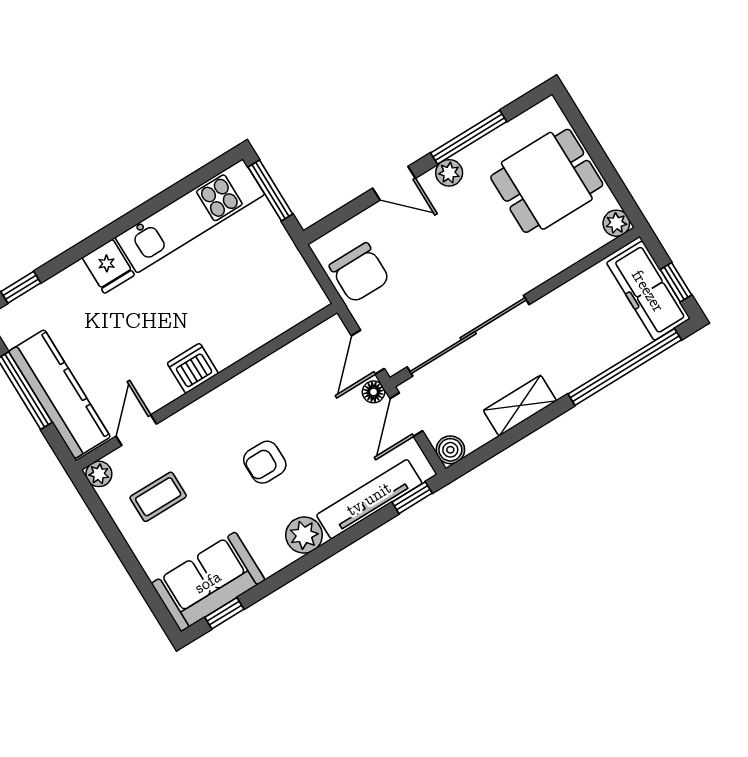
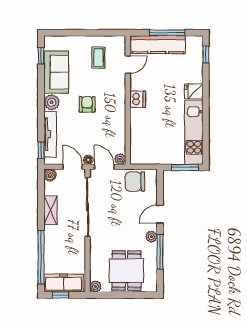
door: (136, 430) -> (128, 65), hinge flipped
plant: (99, 474) -> (120, 159), moved
sofa: (208, 582) -> (56, 72), moved

